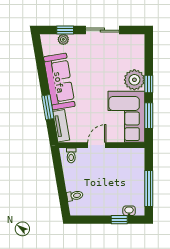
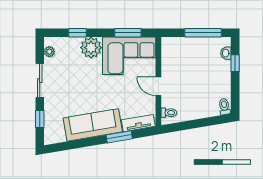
plant: (63, 39) -> (49, 52), moved
window: (149, 84) -> (77, 33), moved
toilet: (75, 196) -> (224, 107), moved

